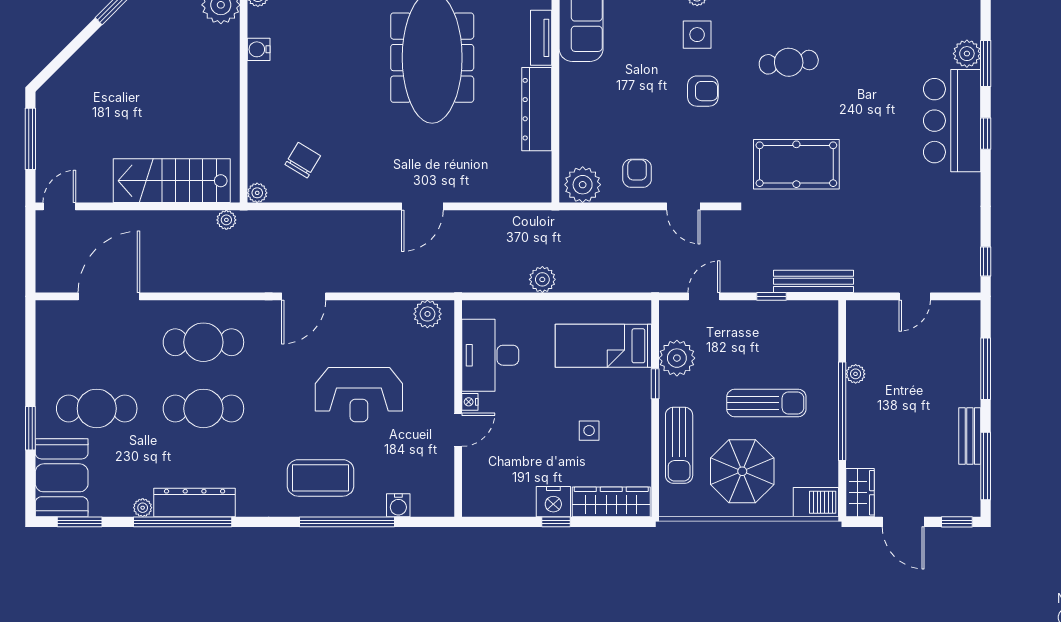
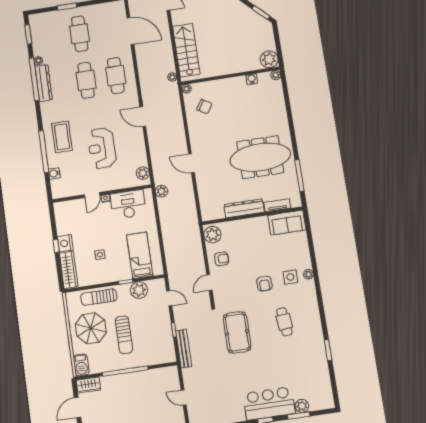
plant: (542, 279) -> (162, 191), moved
plant: (856, 374) -> (143, 375), removed
door: (458, 430) -> (92, 195), hinge flipped
booth: (62, 478) -> (47, 24), removed

